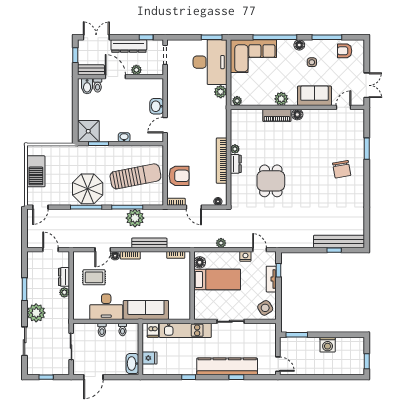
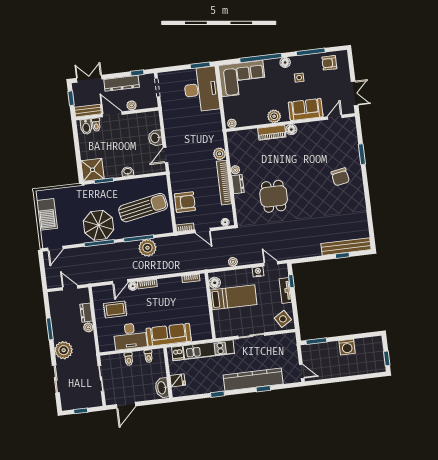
plant: (221, 92) -> (219, 154), moved
bench: (149, 243) -> (164, 270), removed

